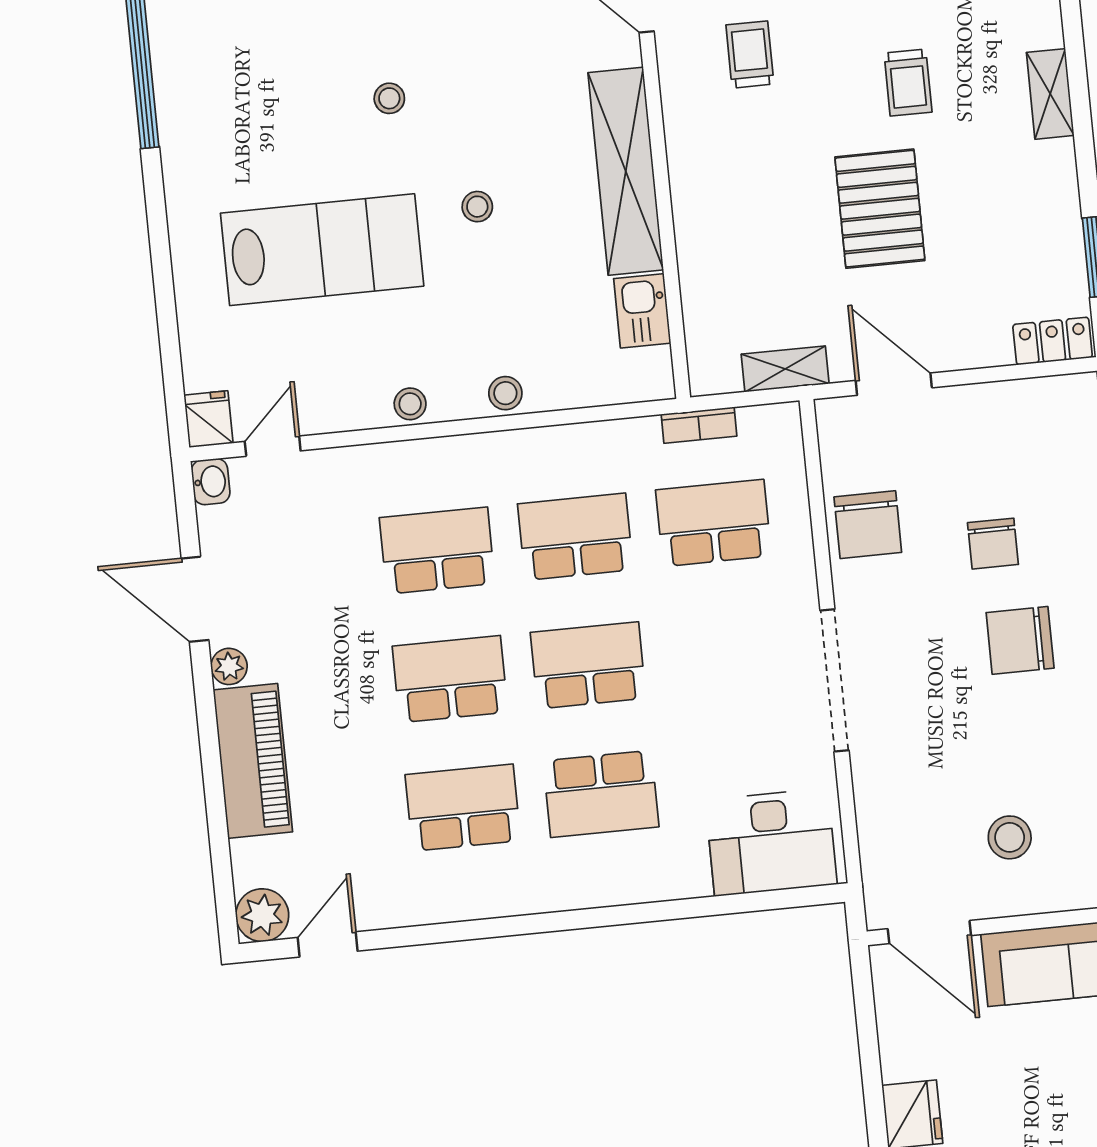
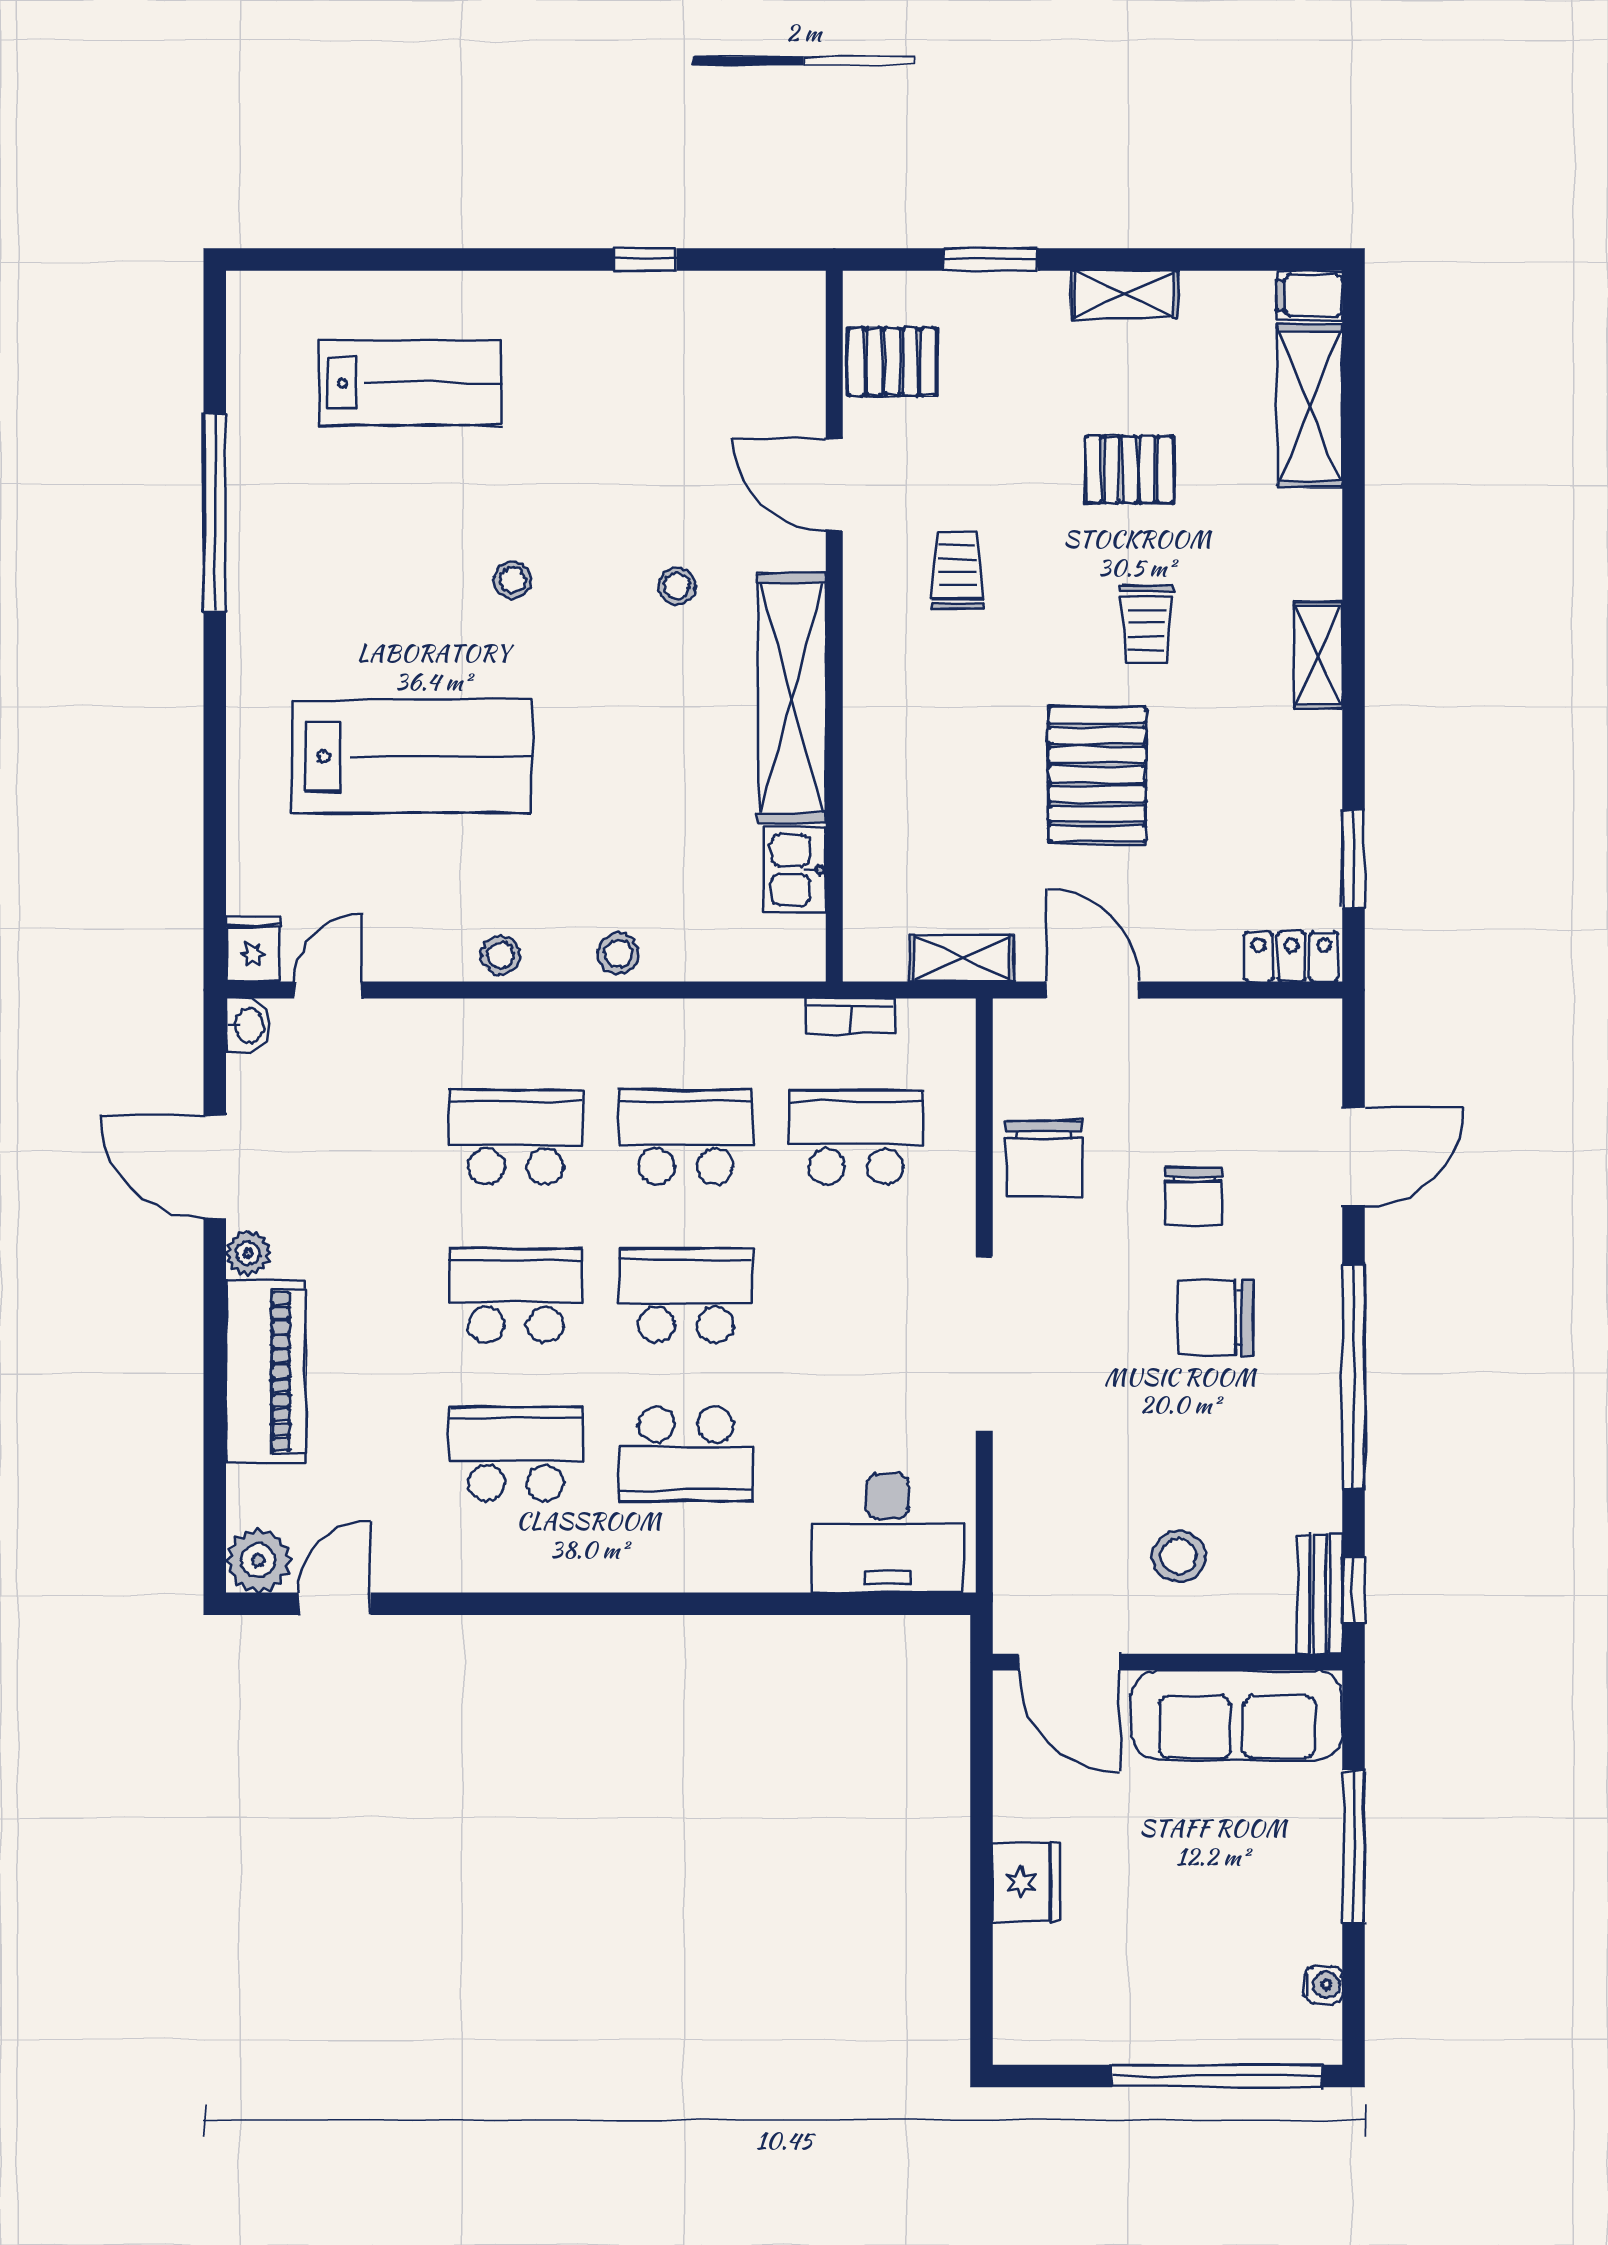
stool: (477, 207) -> (677, 586), moved

